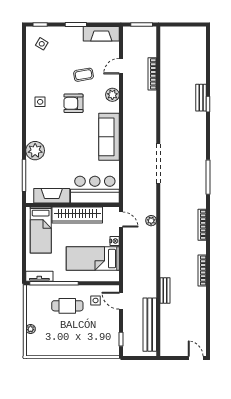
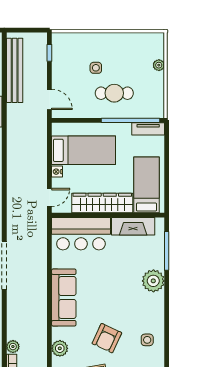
armchair: (73, 103) -> (107, 338), turned 115
door: (121, 220) -> (49, 198), swing flipped
plant: (151, 221) -> (13, 347), moved
side table: (96, 300) -> (96, 68), moved

